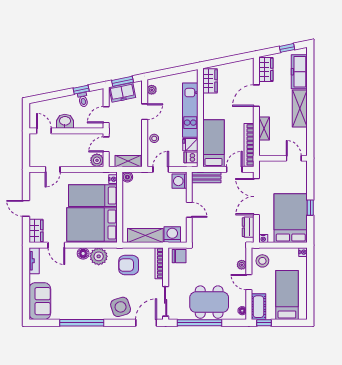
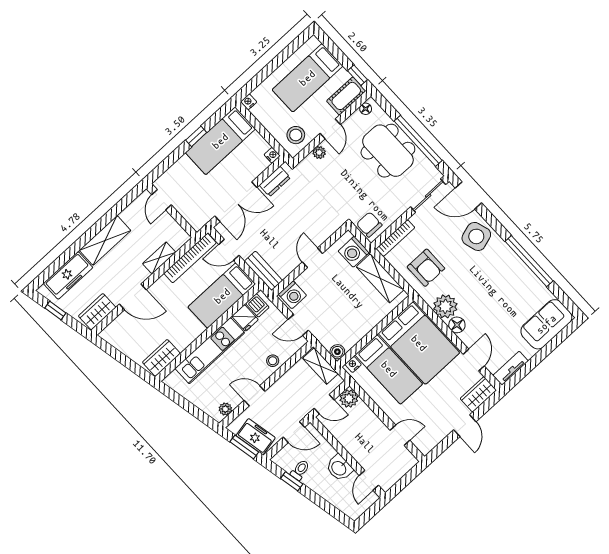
bed: (291, 218) -> (220, 141), width x0.67

